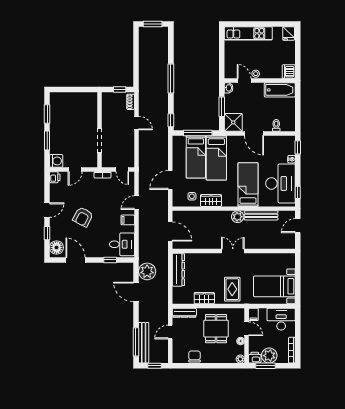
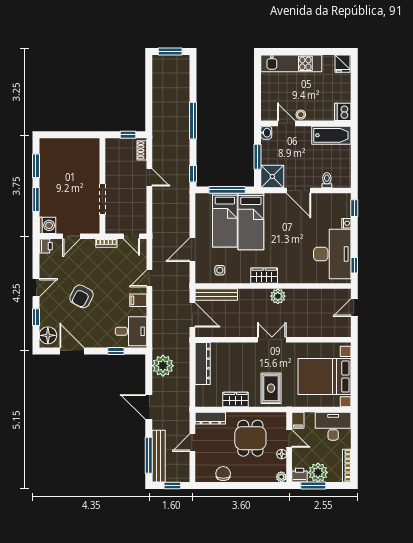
bed: (248, 185) -> (291, 255), removed
wardrobe: (211, 200) -> (264, 276), moved
bench: (261, 215) -> (216, 295), moved
bed with nightstands: (274, 286) -> (325, 377), width x1.36
door: (136, 292) -> (149, 407), moved

